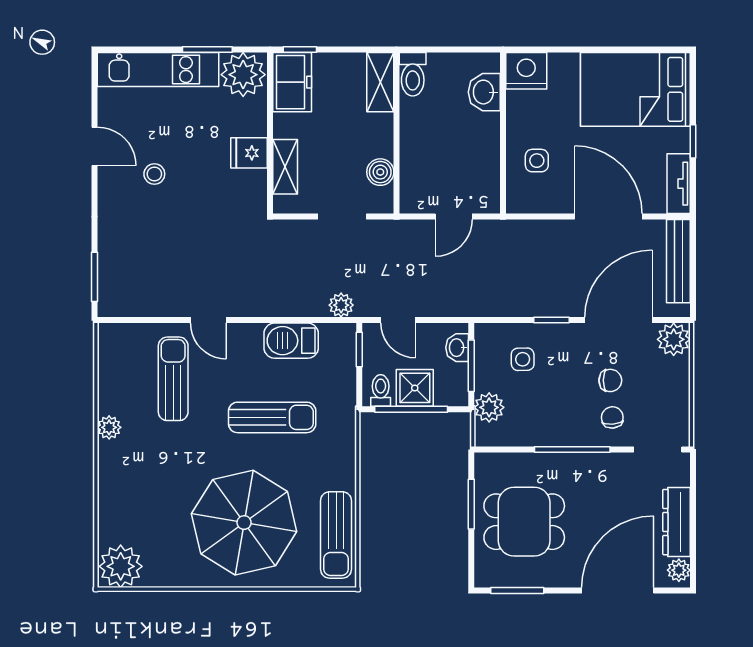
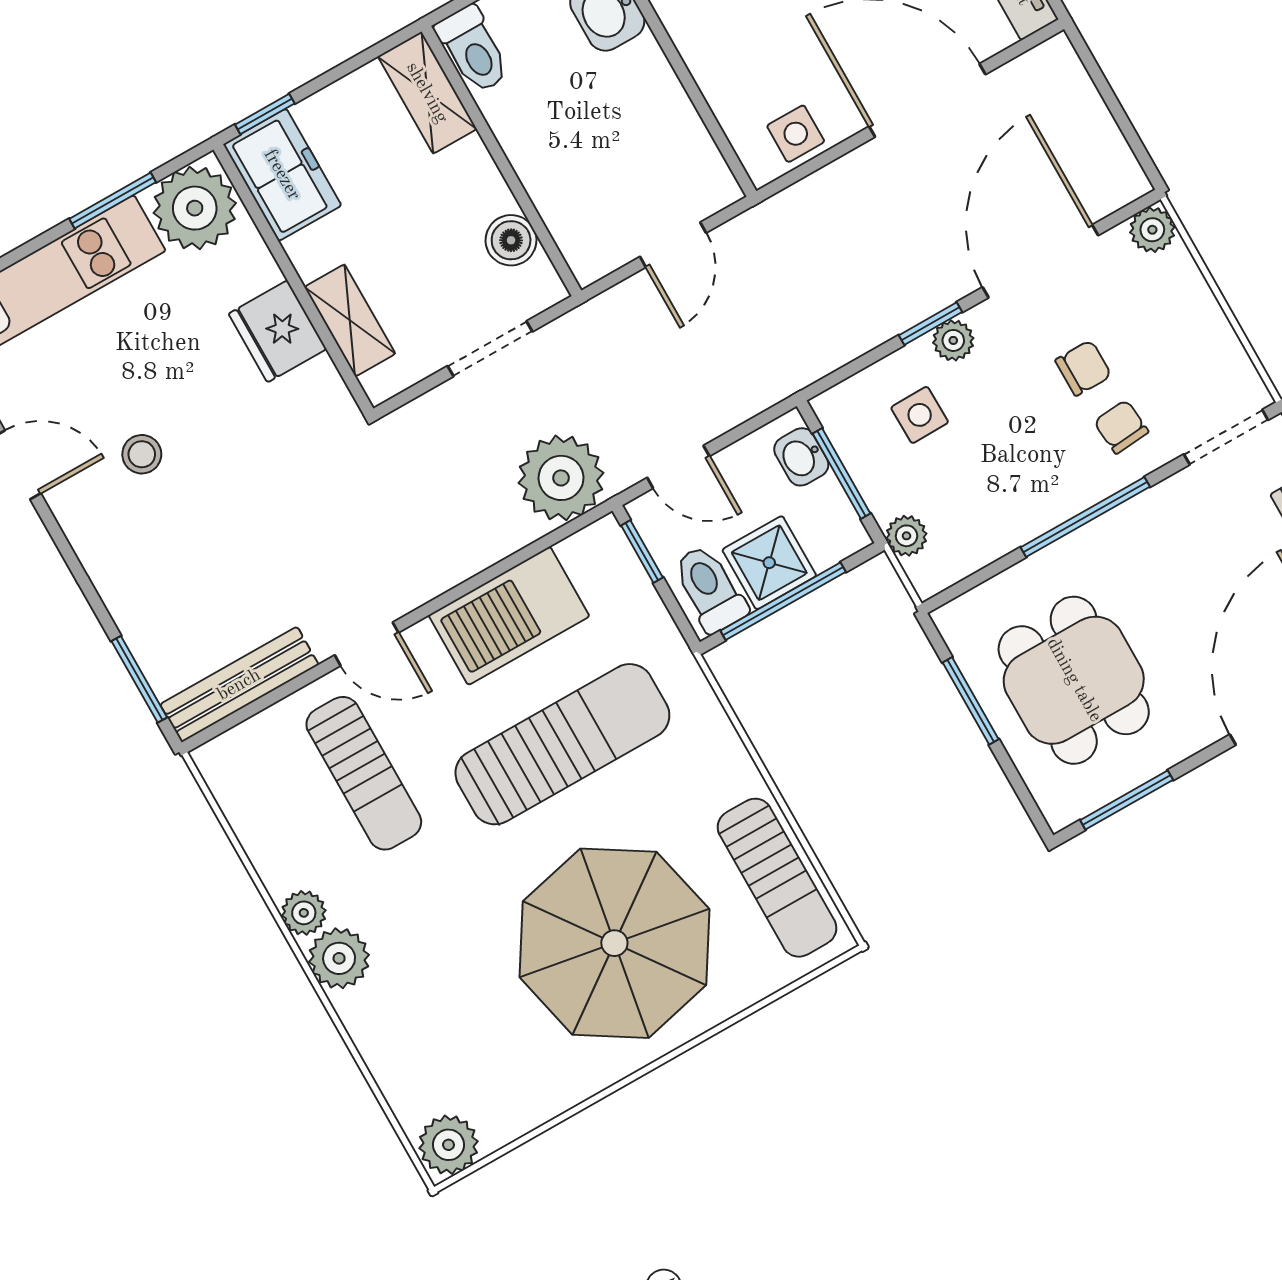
fridge: (249, 153) -> (277, 331), width x1.38
side table: (537, 161) -> (796, 134), moved
bench: (678, 261) -> (239, 685), moved, turned 90
plant: (341, 305) -> (561, 478), width x1.88, depth x1.88
plant: (558, 334) -> (953, 340), added
plant: (674, 339) -> (1152, 230), width x0.73, depth x0.73
barbecue: (291, 341) -> (509, 616), width x1.37, depth x1.21
sun lounger: (173, 379) -> (364, 773), turned 180
toilet: (381, 390) -> (710, 589), width x1.37, depth x1.39
plant: (489, 407) -> (907, 536), width x0.73, depth x0.73
sun lounger: (272, 417) -> (562, 744), width x1.36, depth x1.34
plant: (113, 458) -> (339, 958), added
dining table: (524, 522) -> (1074, 680), turned 90
plant: (121, 566) -> (448, 1145), width x0.73, depth x0.73

